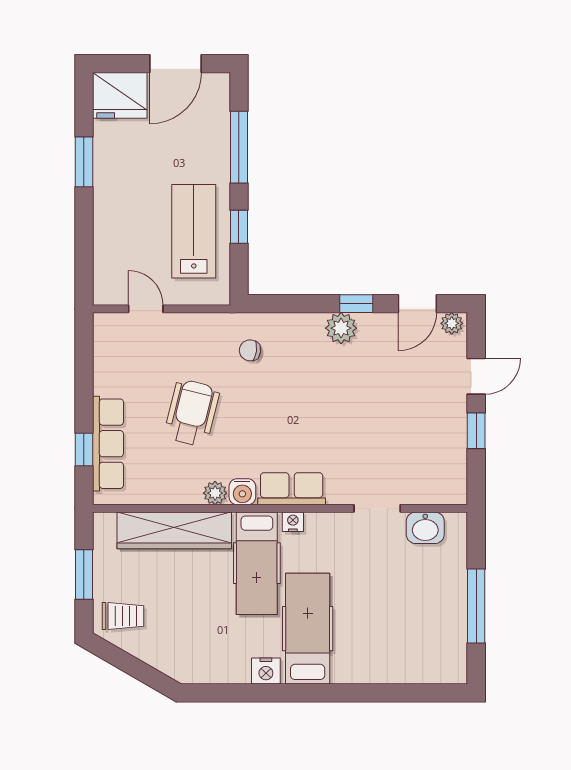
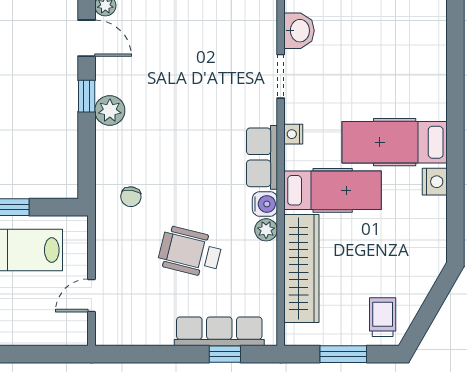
nightstand: (293, 522) -> (293, 134), moved

